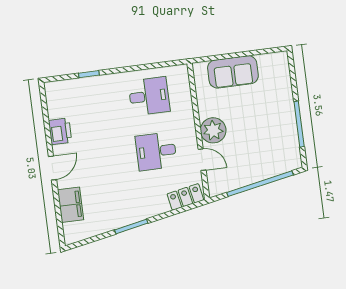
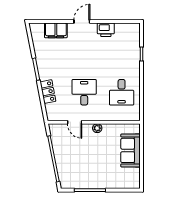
plant: (213, 130) -> (97, 128), width x0.53, depth x0.53
door: (202, 160) -> (75, 122), hinge flipped
door: (52, 168) -> (82, 21), swing flipped
locker: (185, 197) -> (48, 92), moved

